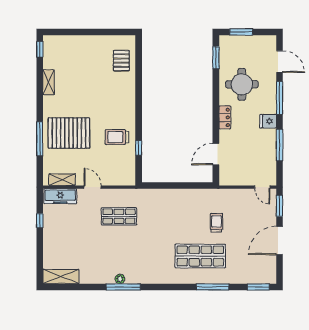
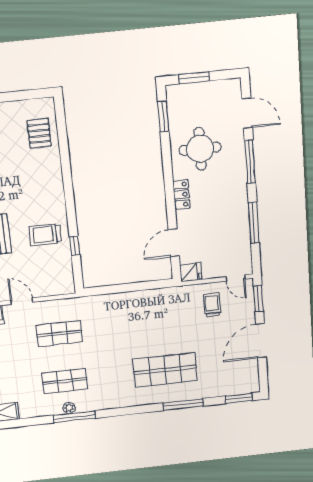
fridge: (268, 121) -> (191, 272), moved, turned 180
trolley: (216, 223) -> (212, 305), moved
shop shelf: (119, 256) -> (65, 381), added

